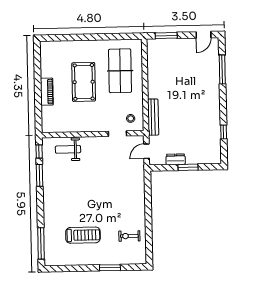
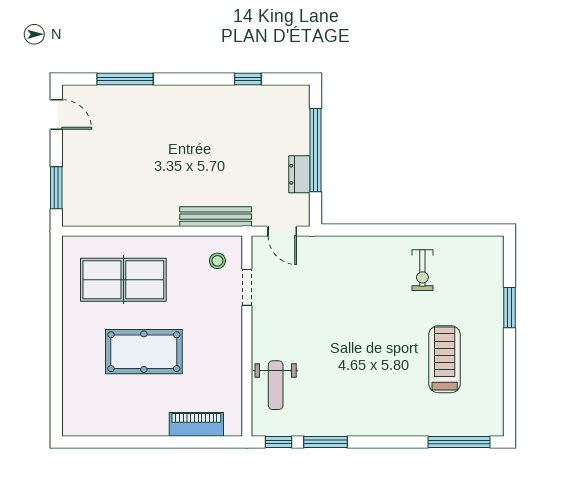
piano: (47, 92) -> (196, 424), moved
window: (188, 167) -> (316, 150), width x2.11
exercise bike: (129, 236) -> (422, 270), moved

